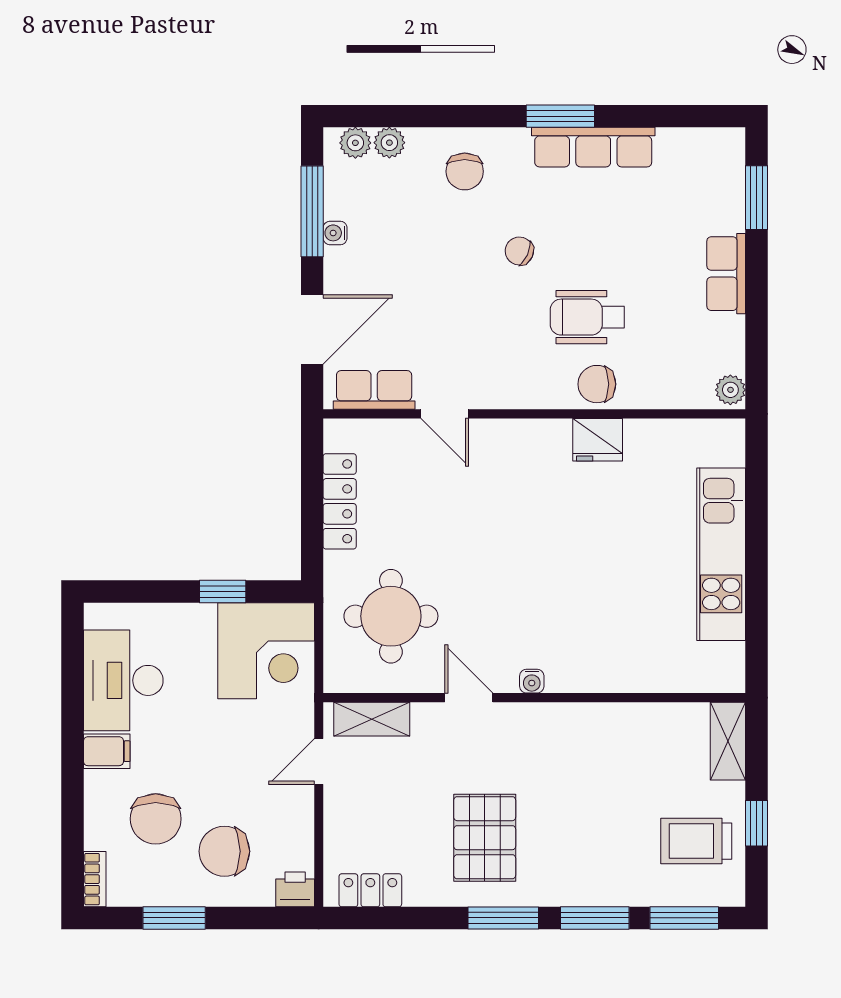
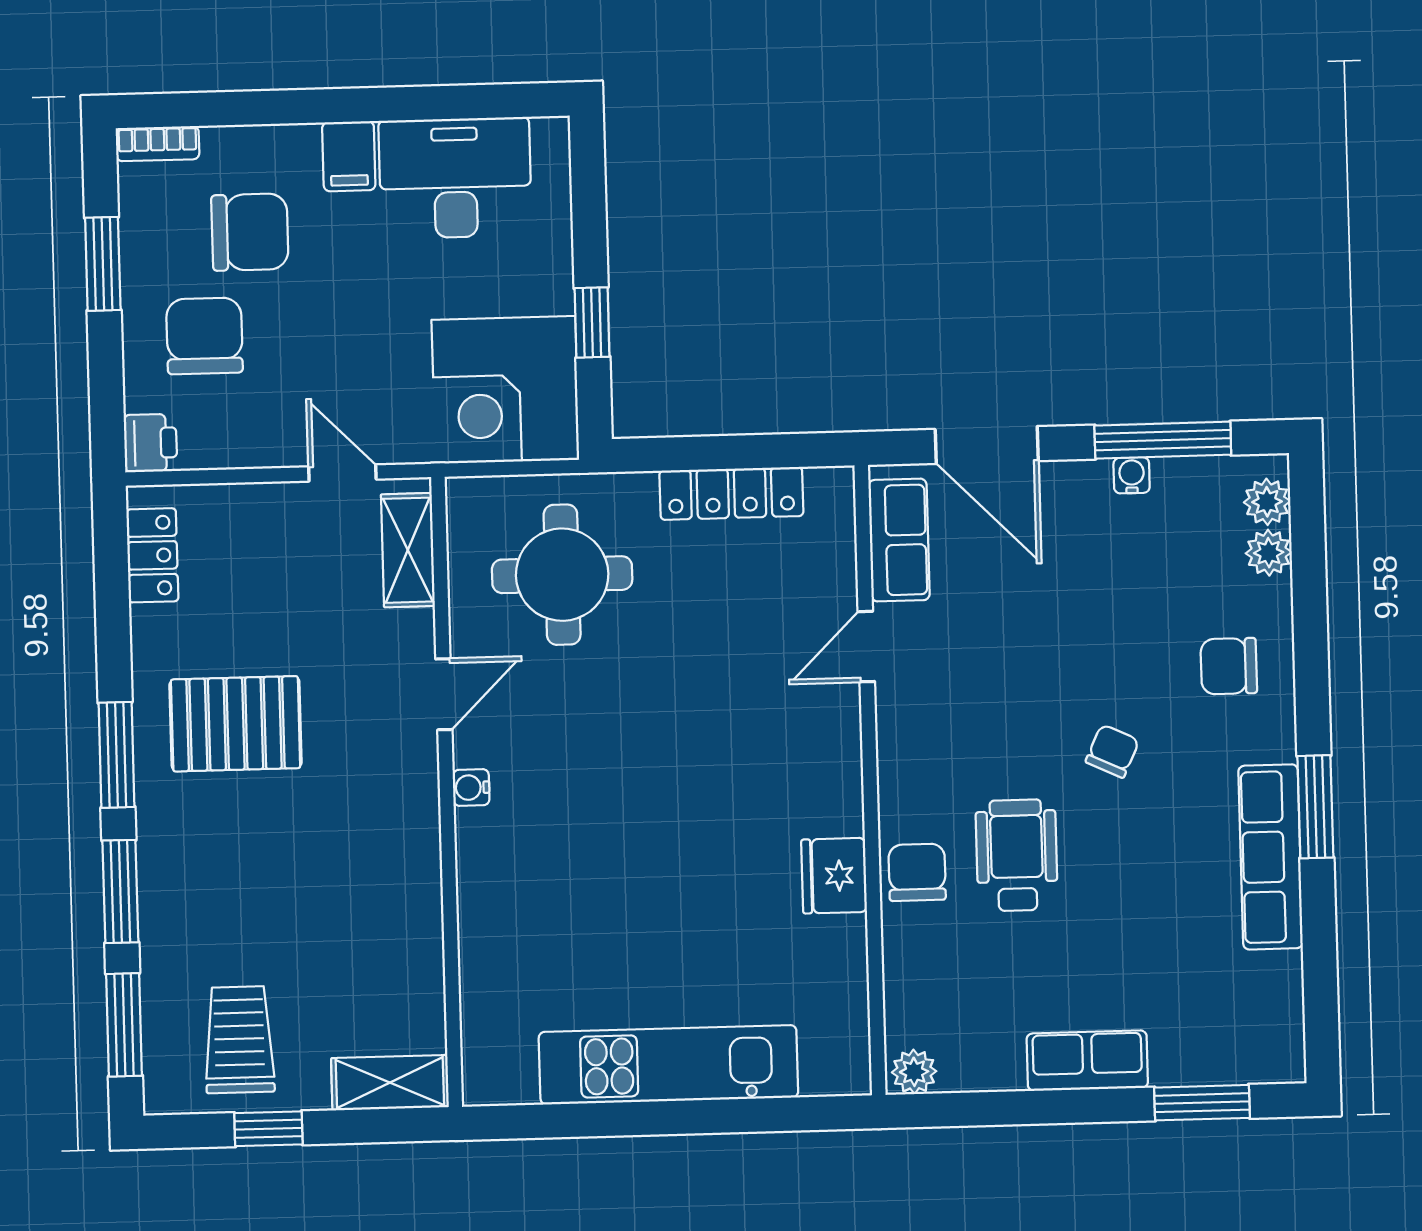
chair: (156, 819) -> (250, 232), turned 180

